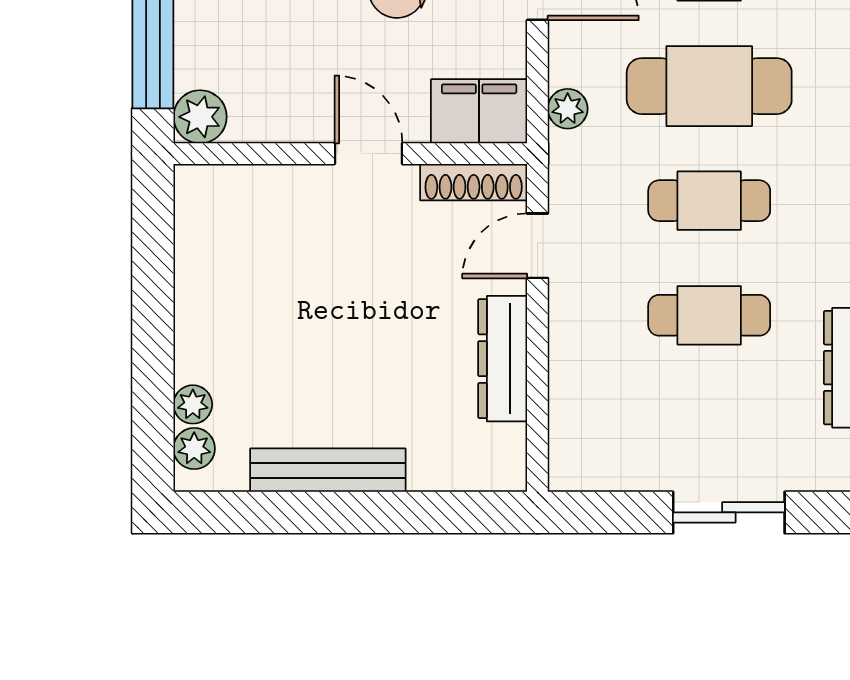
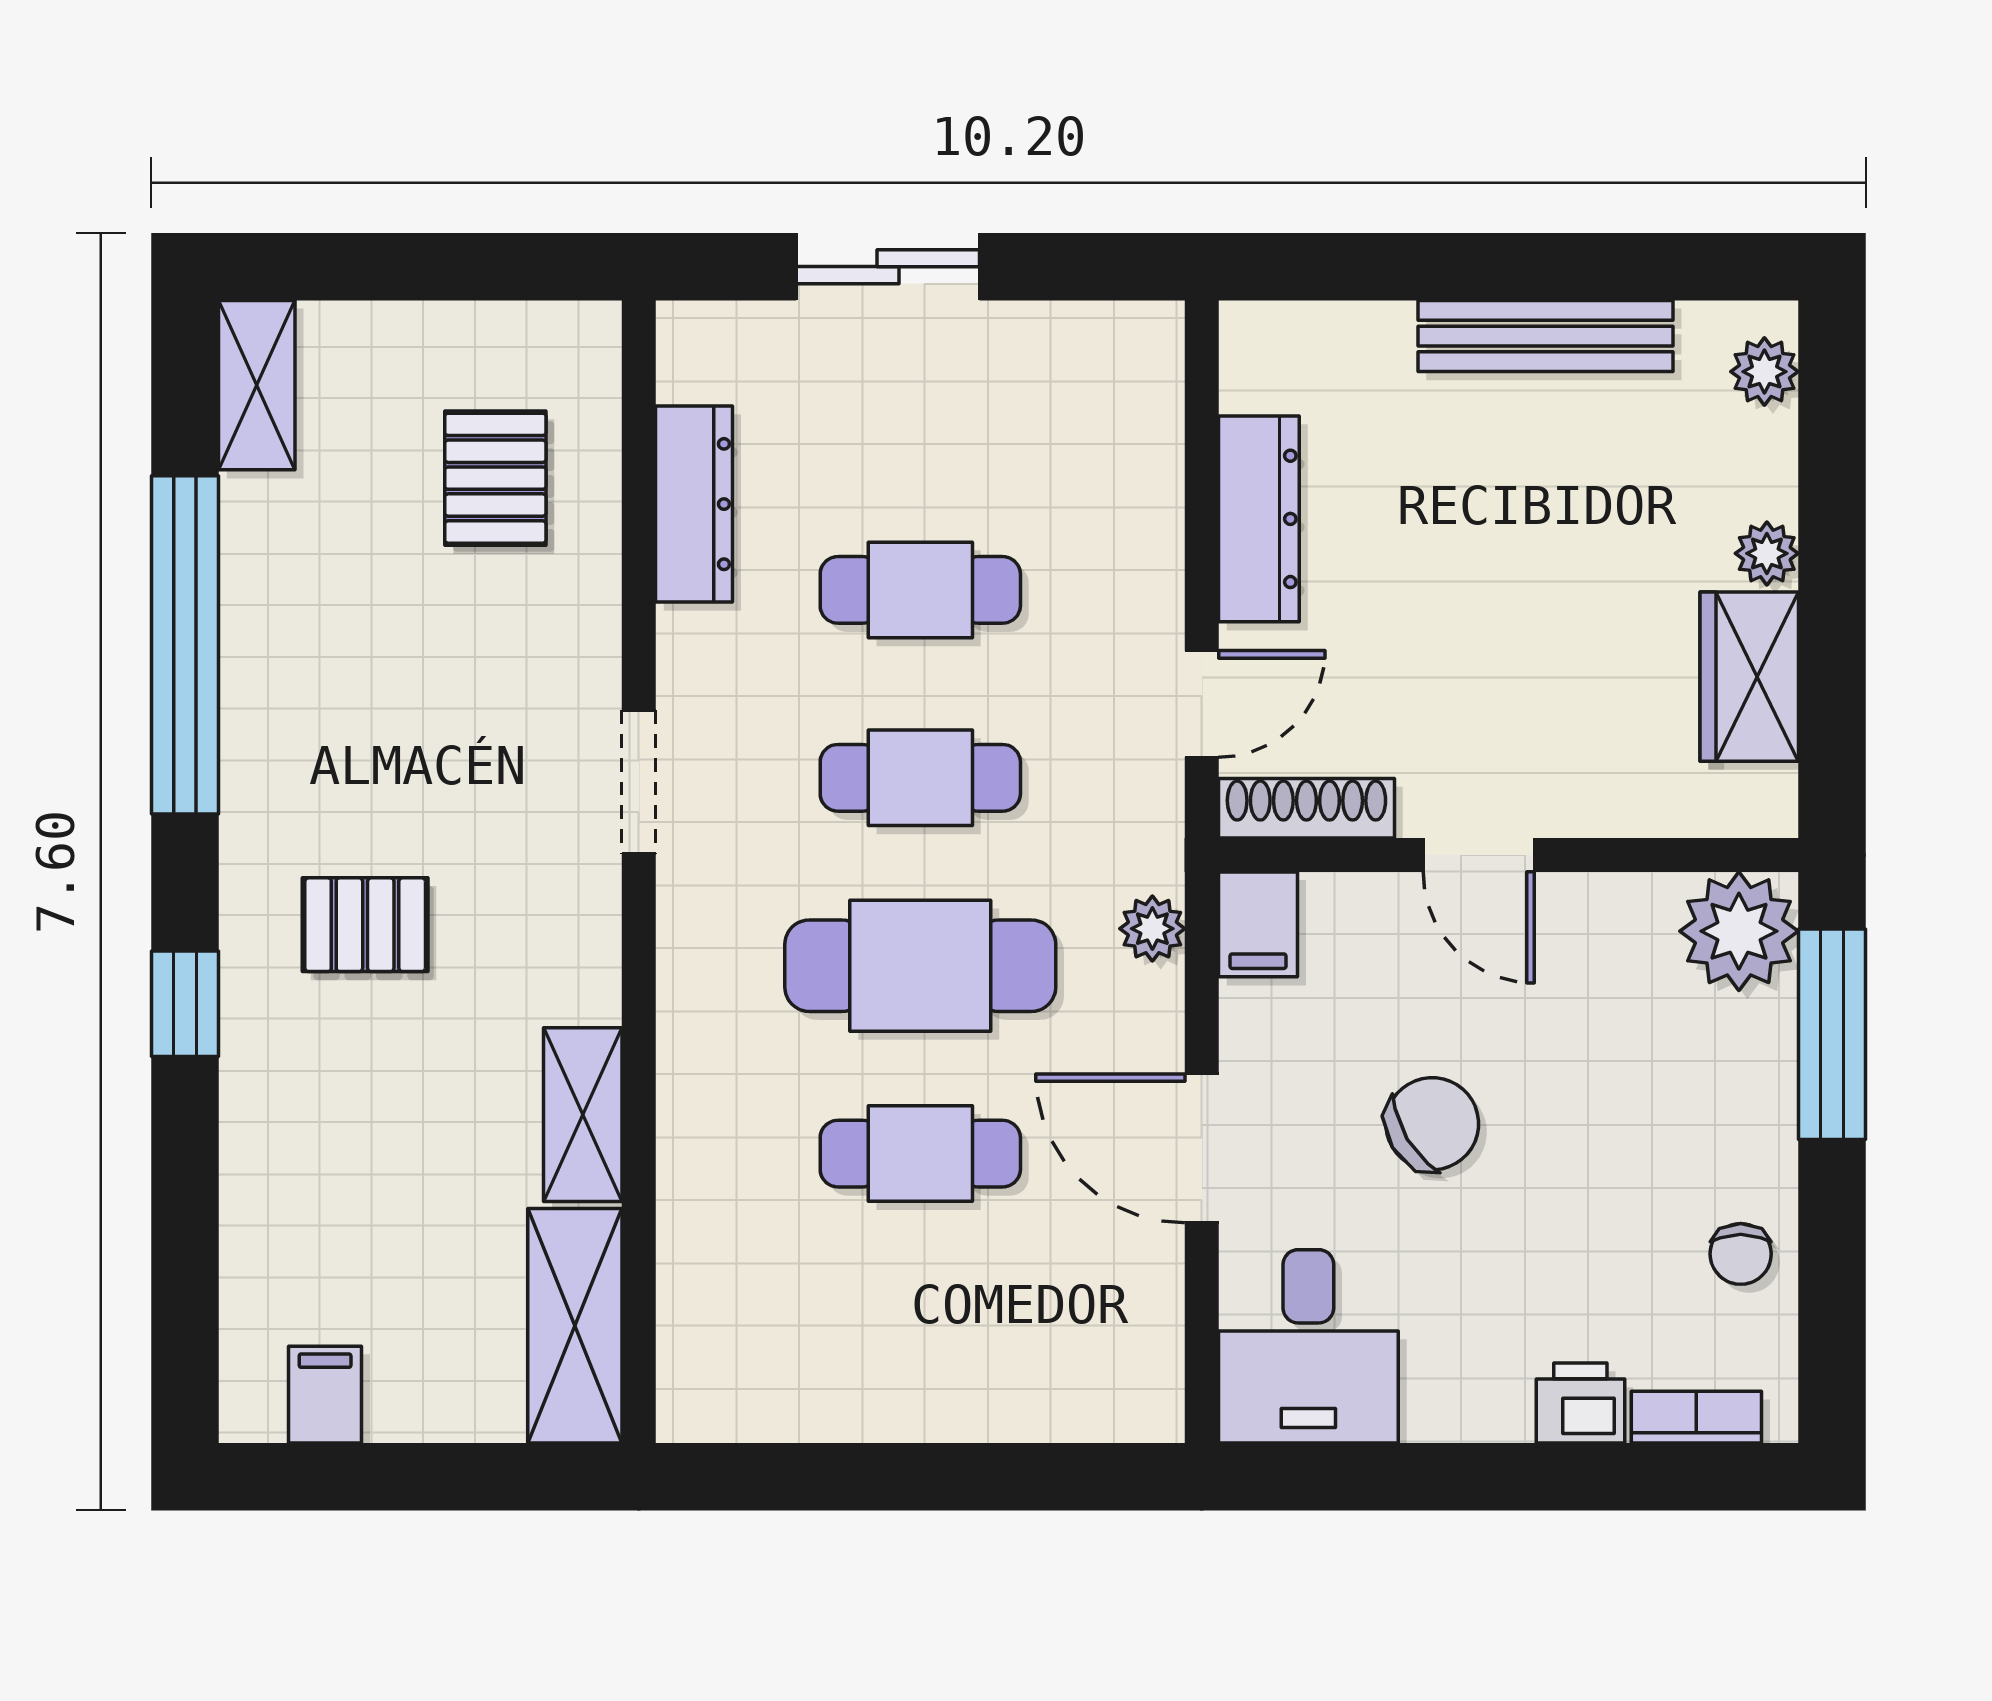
filing cabinet: (479, 111) -> (1258, 924), width x0.50
plant: (200, 117) -> (1739, 931), width x1.36, depth x1.36
wardrobe: (203, 262) -> (1749, 677), added
plant: (193, 404) -> (1767, 553), moved

